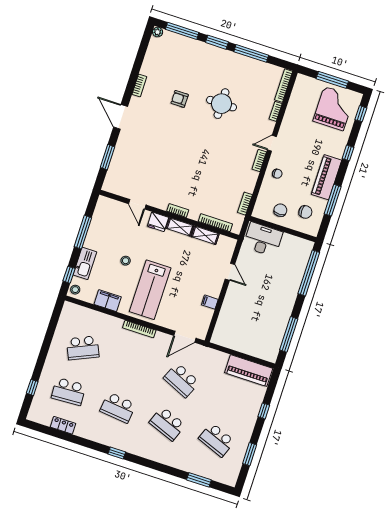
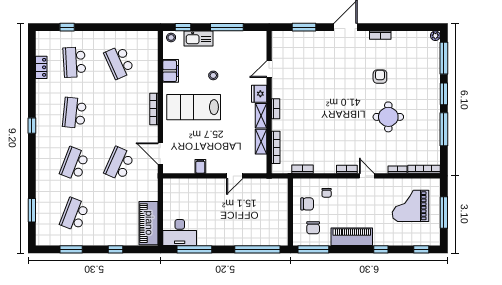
grand piano: (334, 109) -> (411, 206), moved, turned 180
chair: (277, 174) -> (327, 193), moved
window: (333, 200) -> (313, 249), moved
desk: (263, 239) -> (180, 233), moved, turned 90

